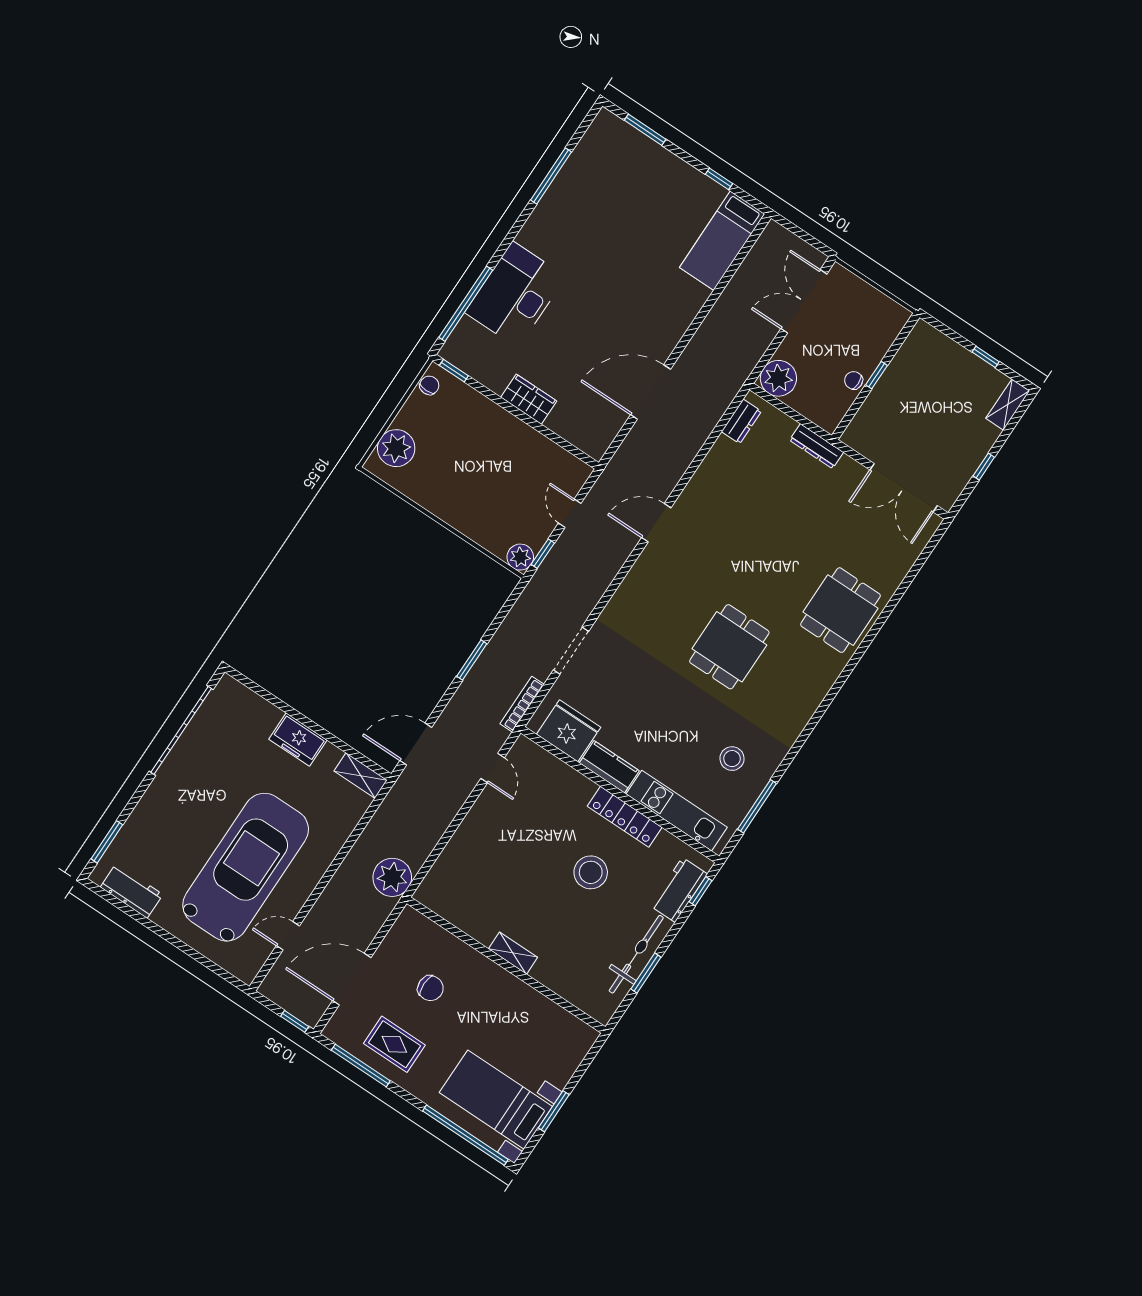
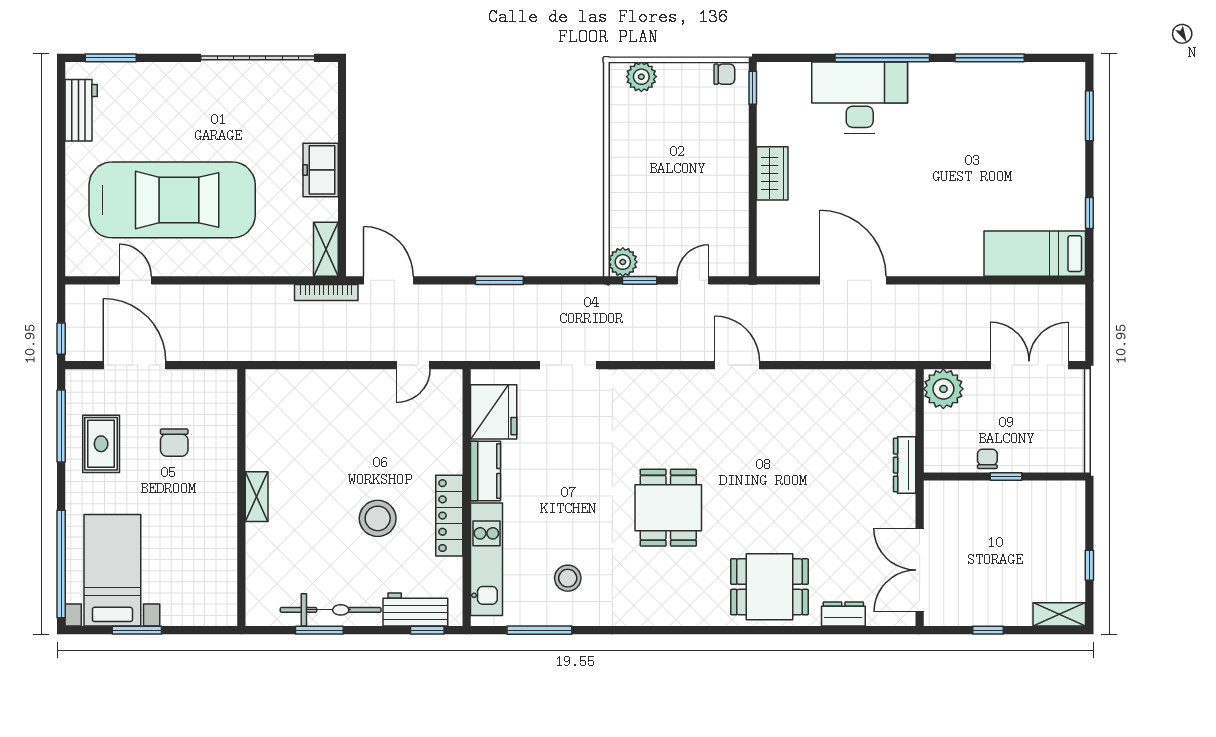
window: (466, 304) -> (882, 58), moved
dresser: (741, 421) -> (843, 614), moved, turned 180
plant: (396, 448) -> (641, 77), width x0.73, depth x0.73
dining table: (729, 647) -> (668, 508), turned 90
bookcase: (522, 704) -> (326, 292), moved, turned 180
plant: (392, 877) -> (252, 340), removed

